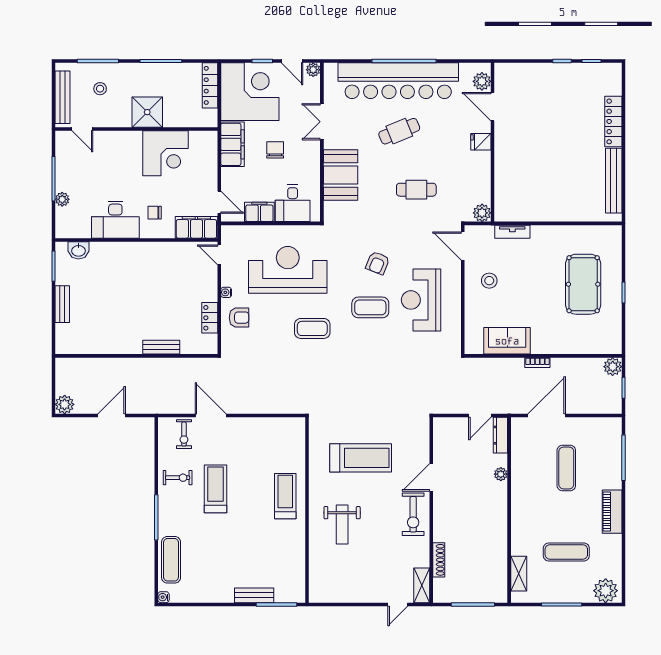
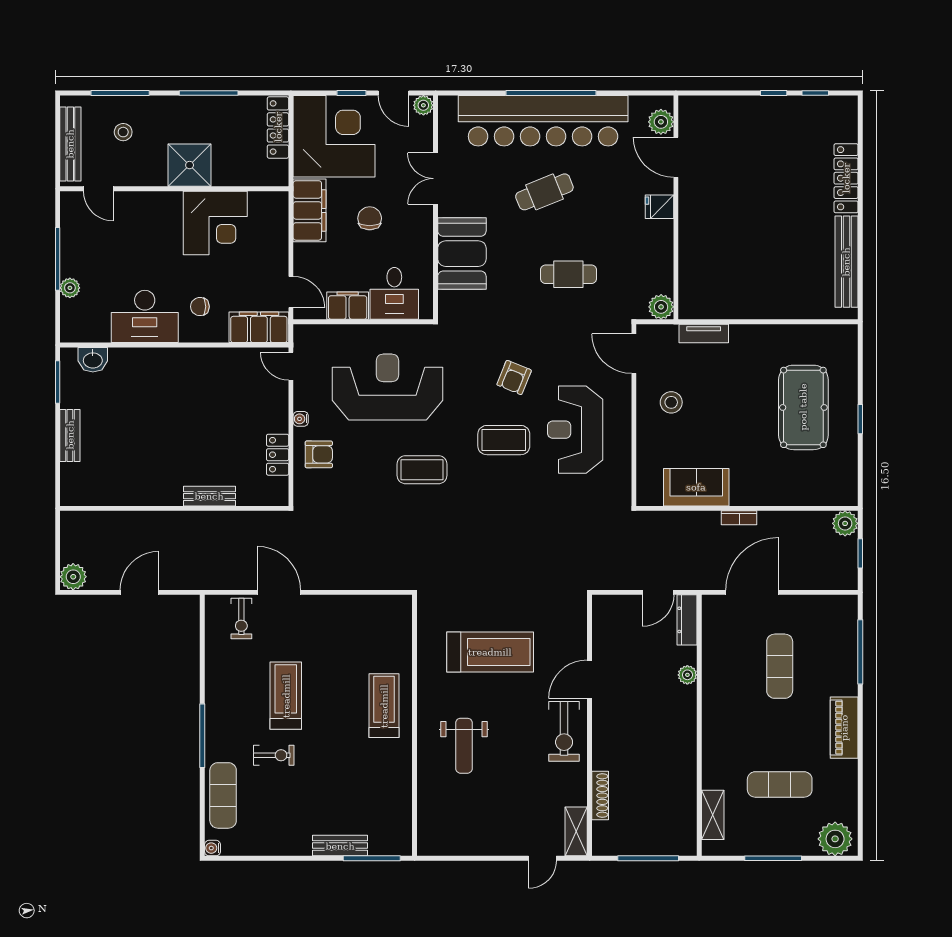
exercise bike: (178, 478) -> (274, 755), moved

